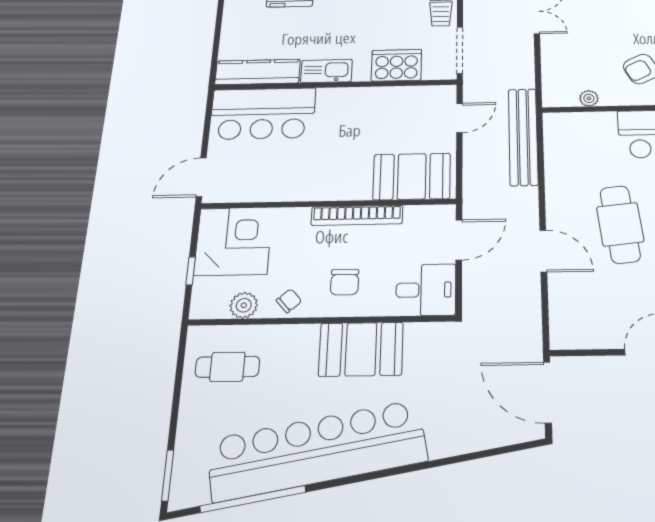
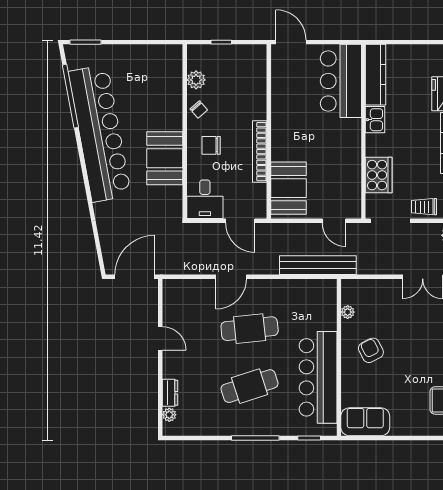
kitchen sink: (327, 71) -> (375, 120), width x0.73
corner desk: (233, 241) -> (242, 69), removed
cafe table: (227, 367) -> (154, 73), removed

